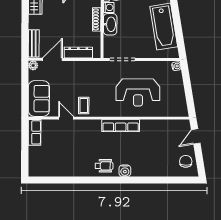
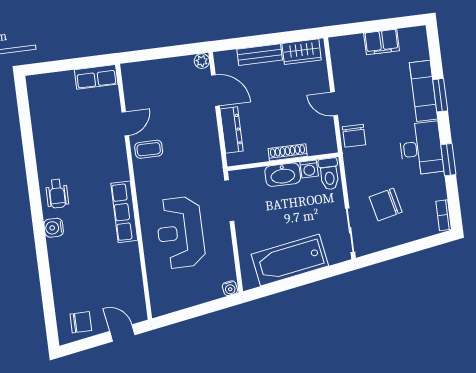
bench: (34, 43) -> (260, 55), moved
sofa: (39, 99) -> (151, 77), removed

